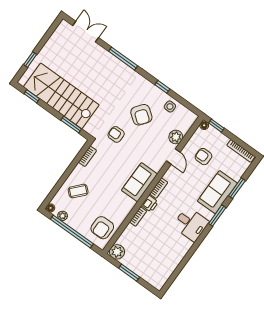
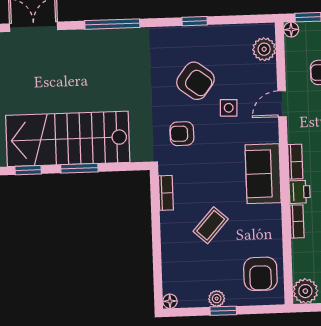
side table: (170, 107) -> (229, 108), moved
window: (71, 125) -> (79, 168), moved
plant: (176, 137) -> (264, 49), moved
door: (173, 156) -> (282, 104), swing flipped
coffee table: (78, 191) -> (211, 225), moved
plant: (63, 216) -> (217, 299), moved
window: (72, 231) -> (223, 311), width x0.32

